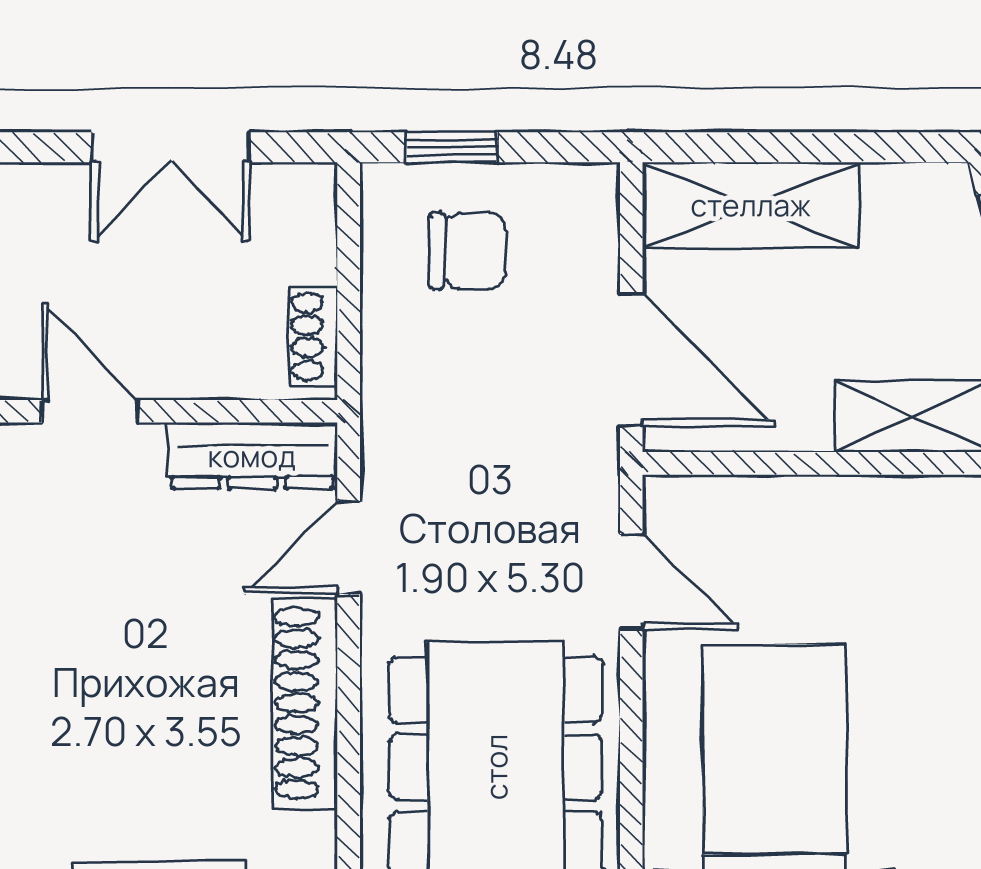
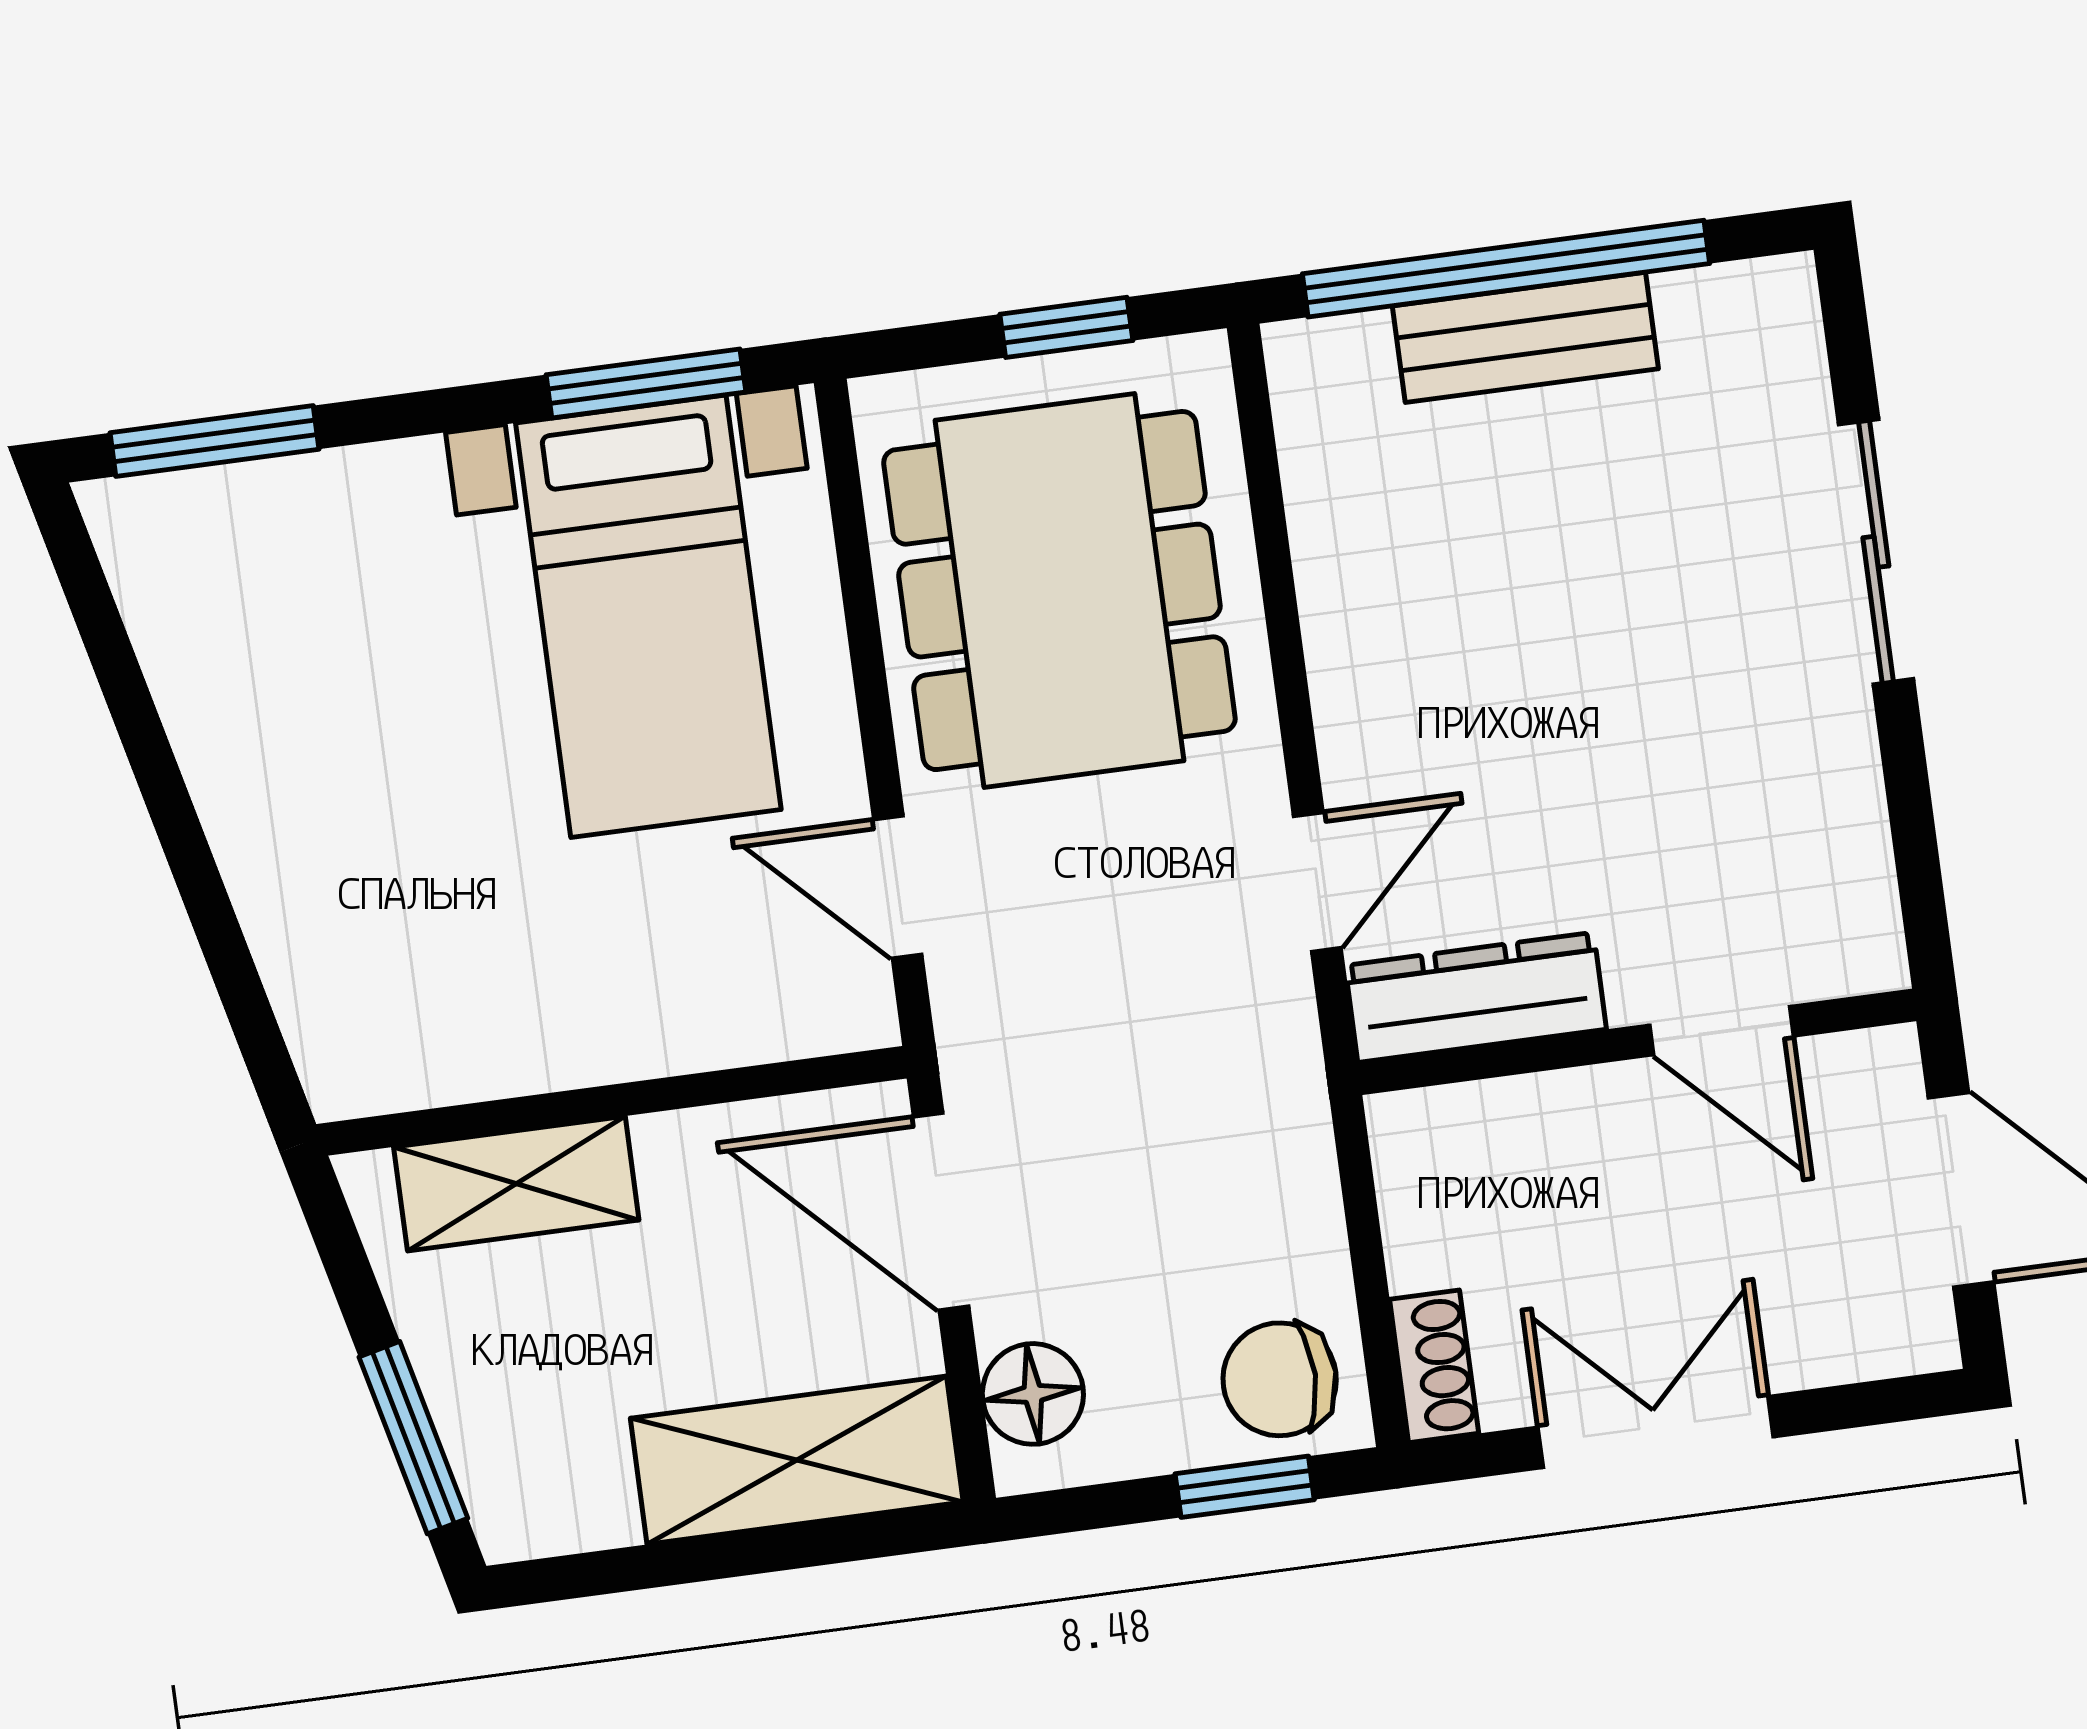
floor lamp: (586, 229) -> (1033, 1394), added
chair: (468, 251) -> (1280, 1379), moved
shoe rack: (314, 336) -> (1434, 1366), moved
shoe rack: (305, 703) -> (1351, 646), removed

